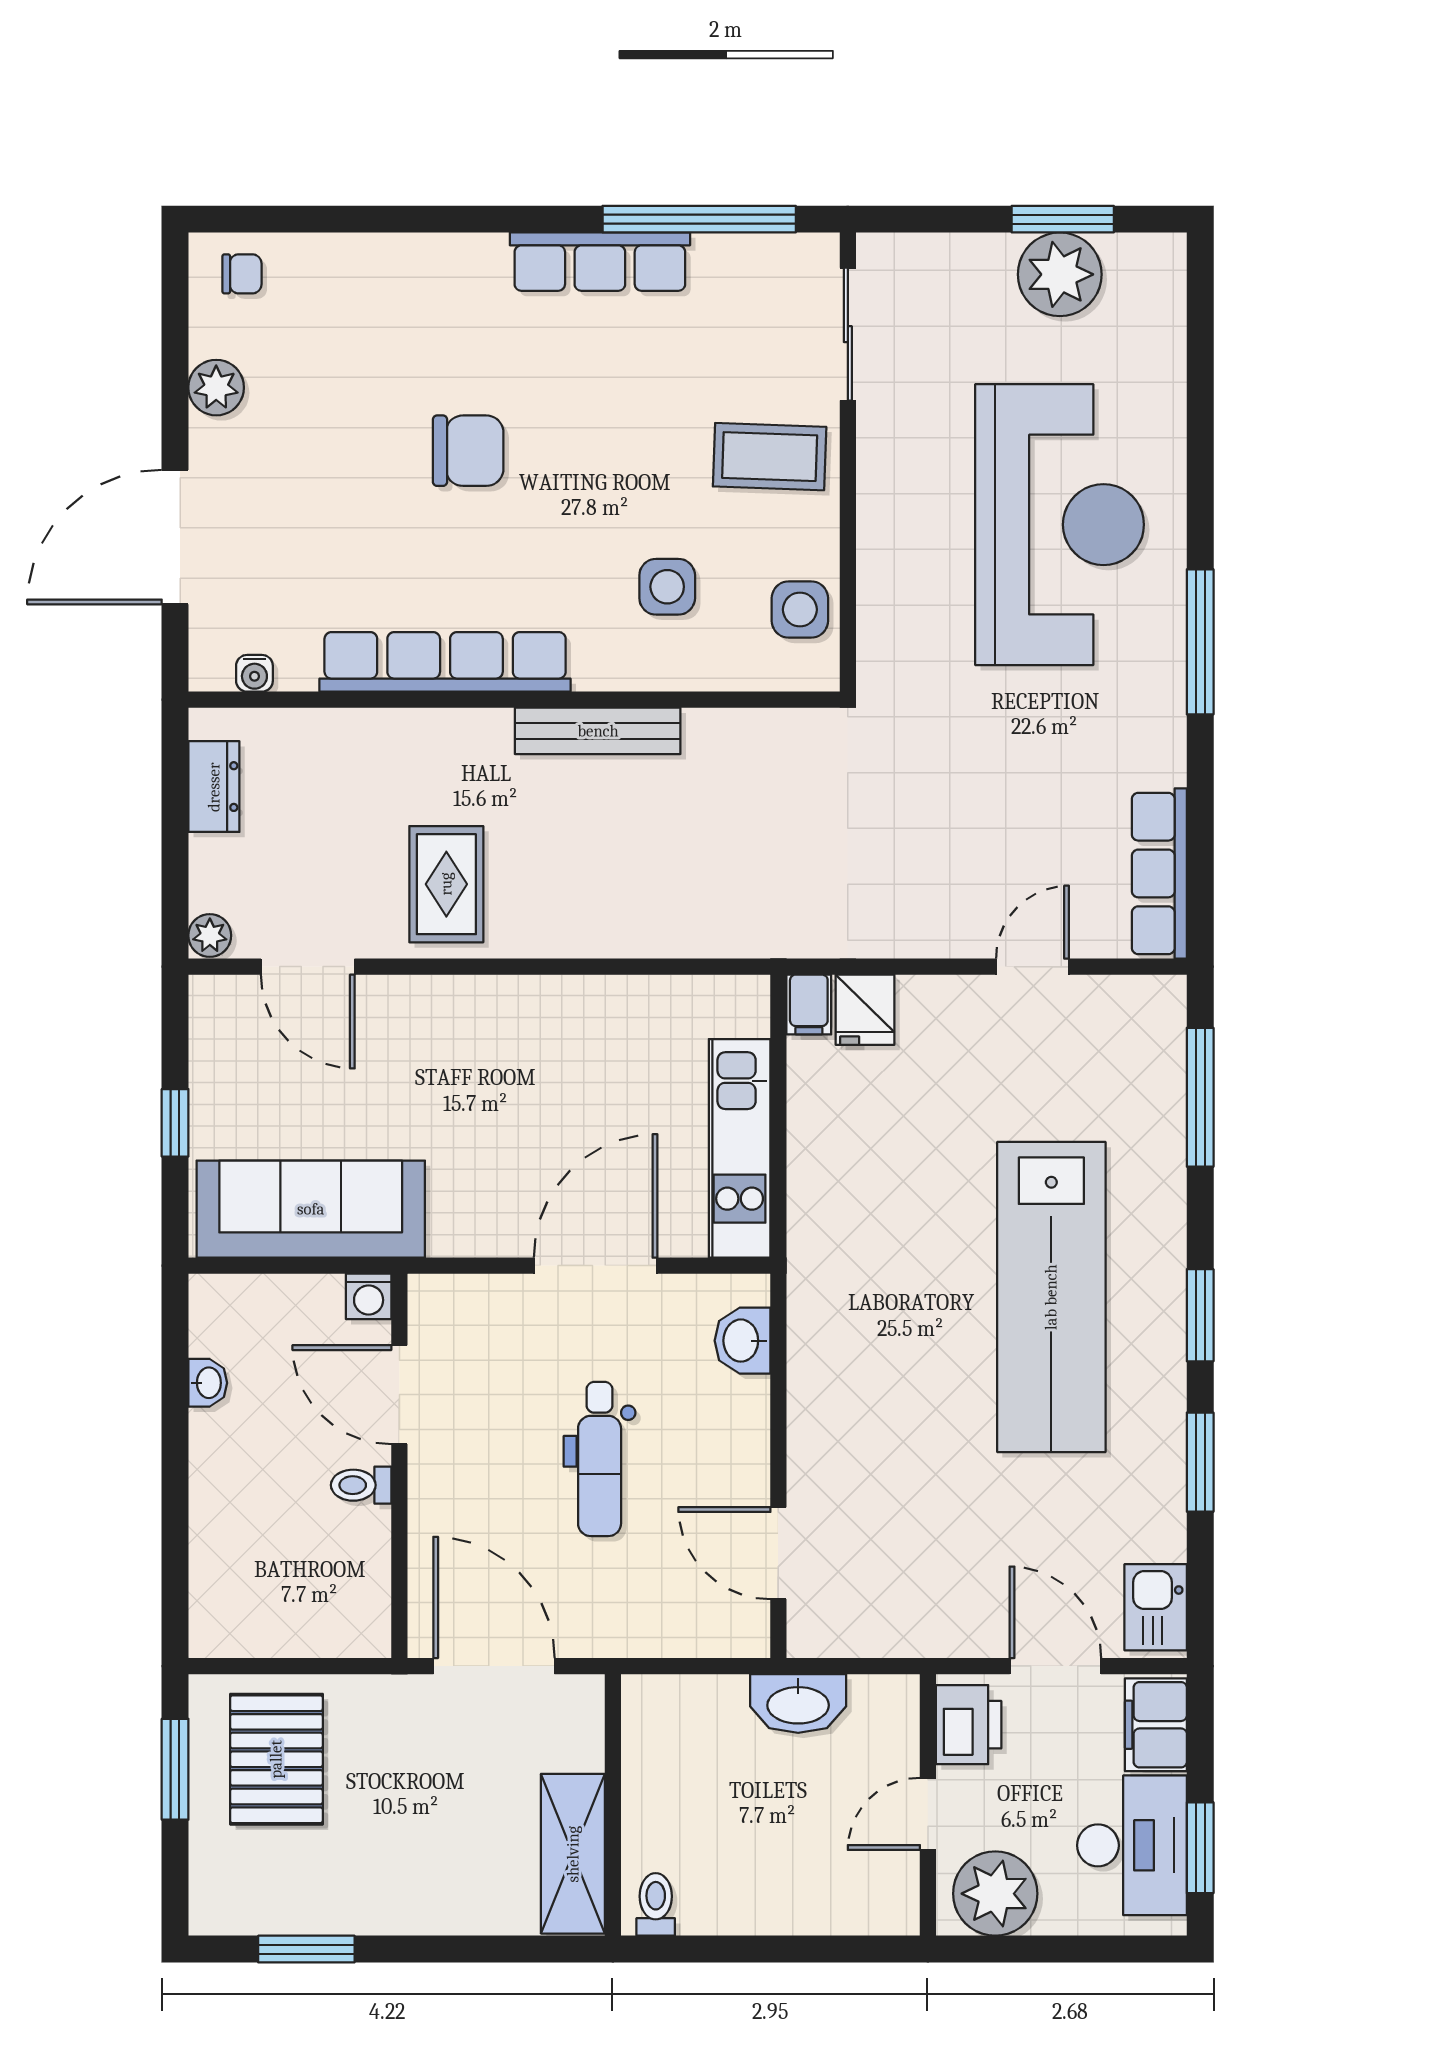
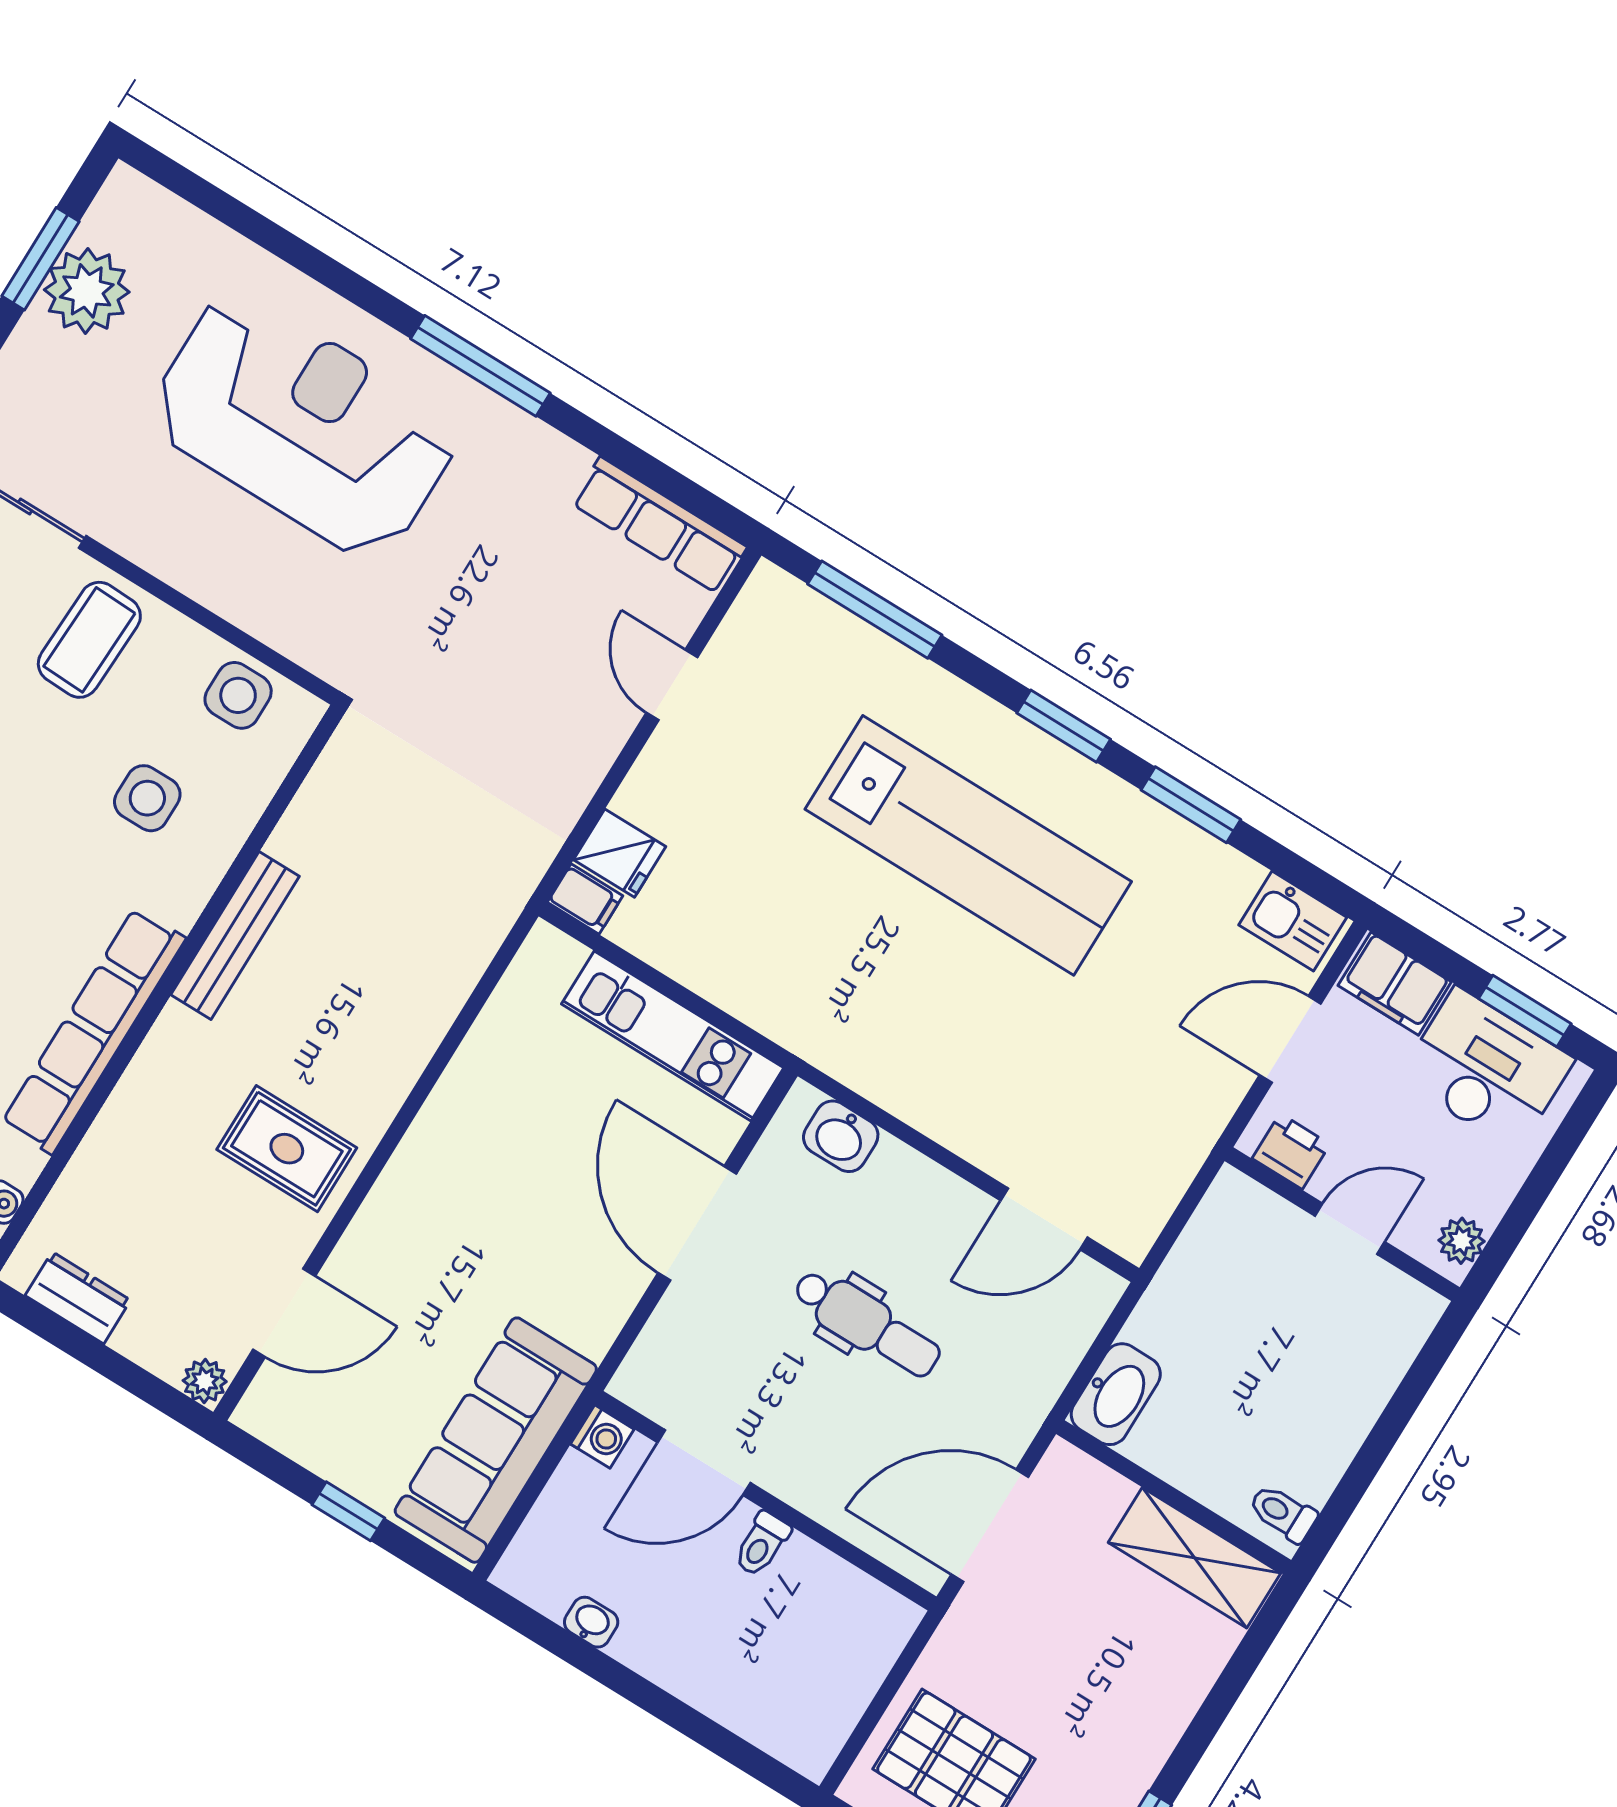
washbasin: (798, 1704) -> (1116, 1394), moved
printer: (969, 1725) -> (1291, 1151), width x0.73, depth x0.81
door: (928, 1814) -> (1350, 1229), swing flipped
plant: (995, 1894) -> (1462, 1241), width x0.53, depth x0.53

